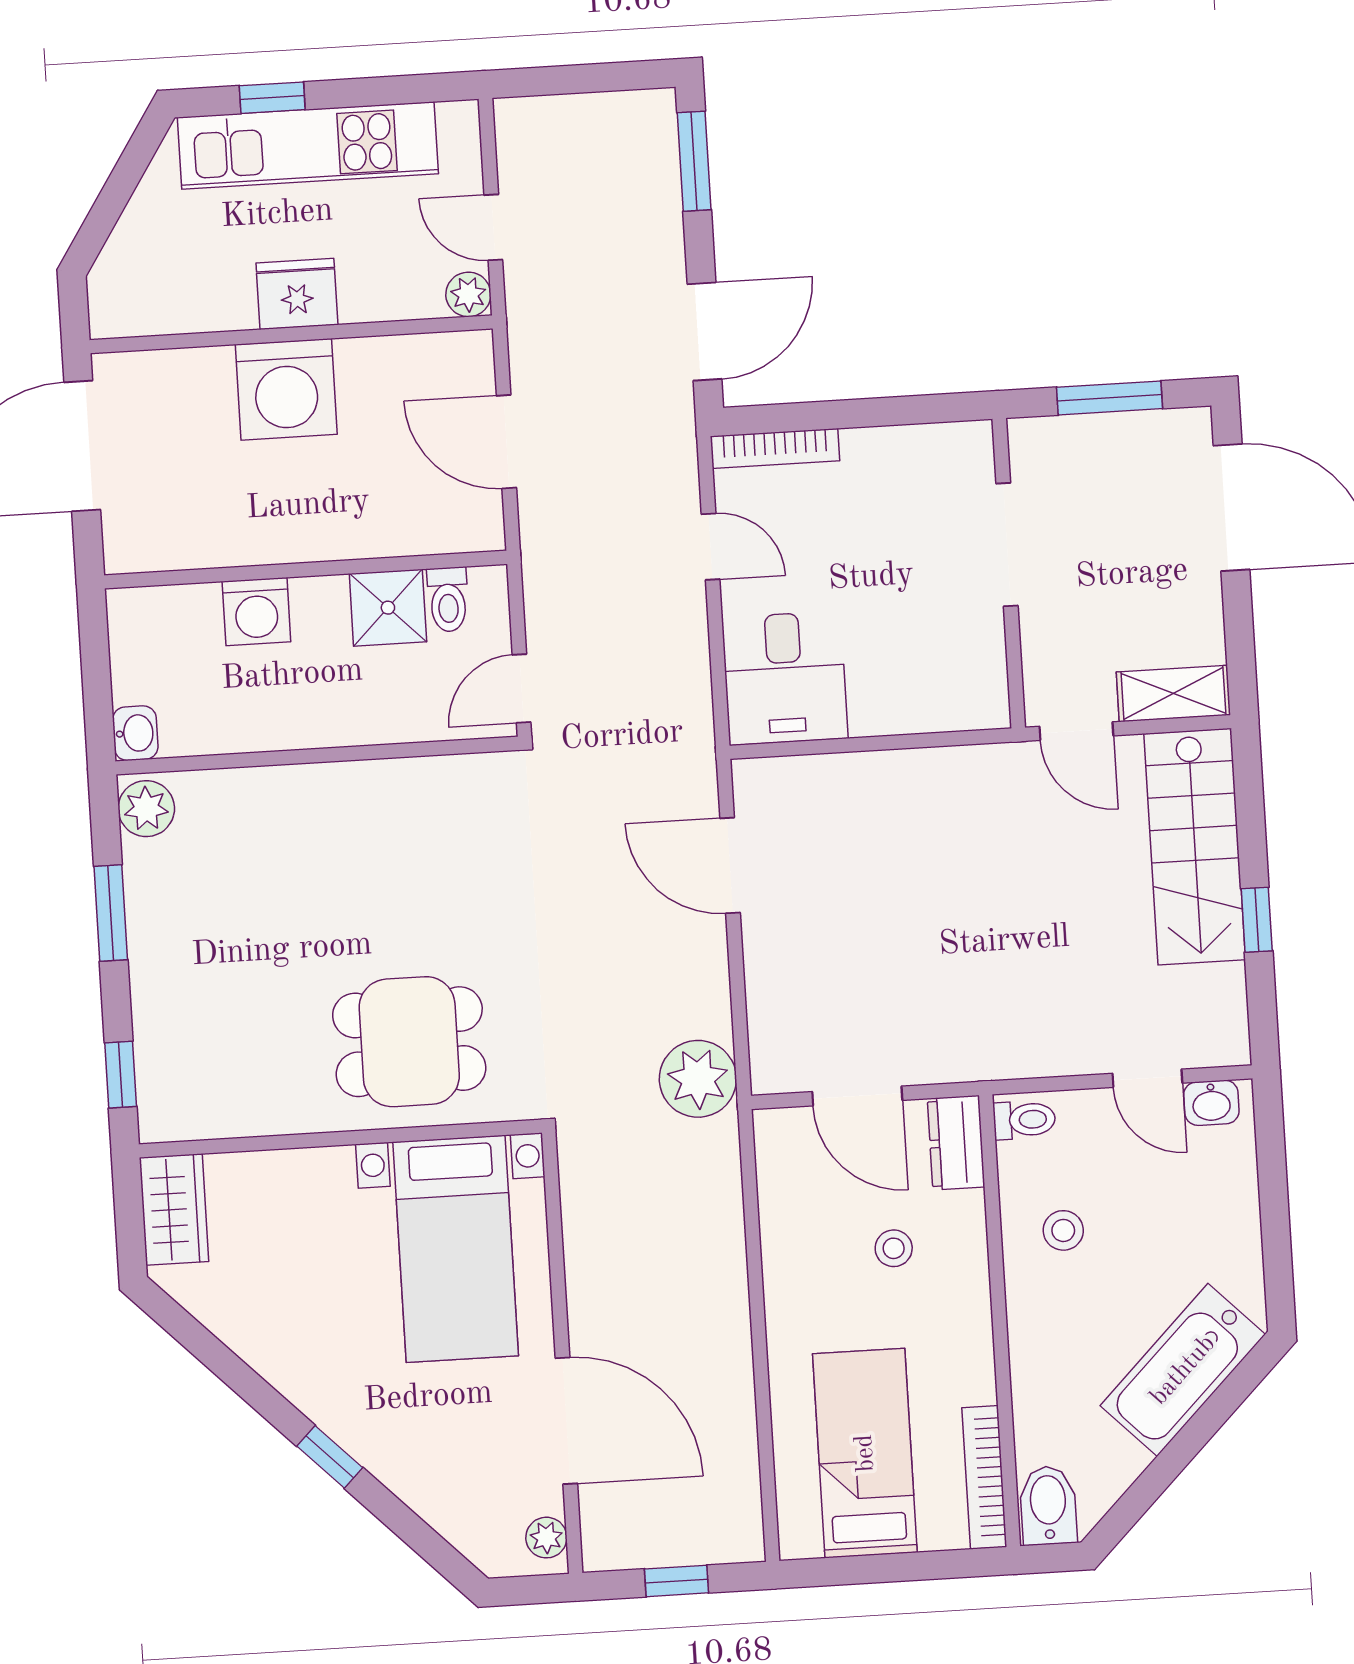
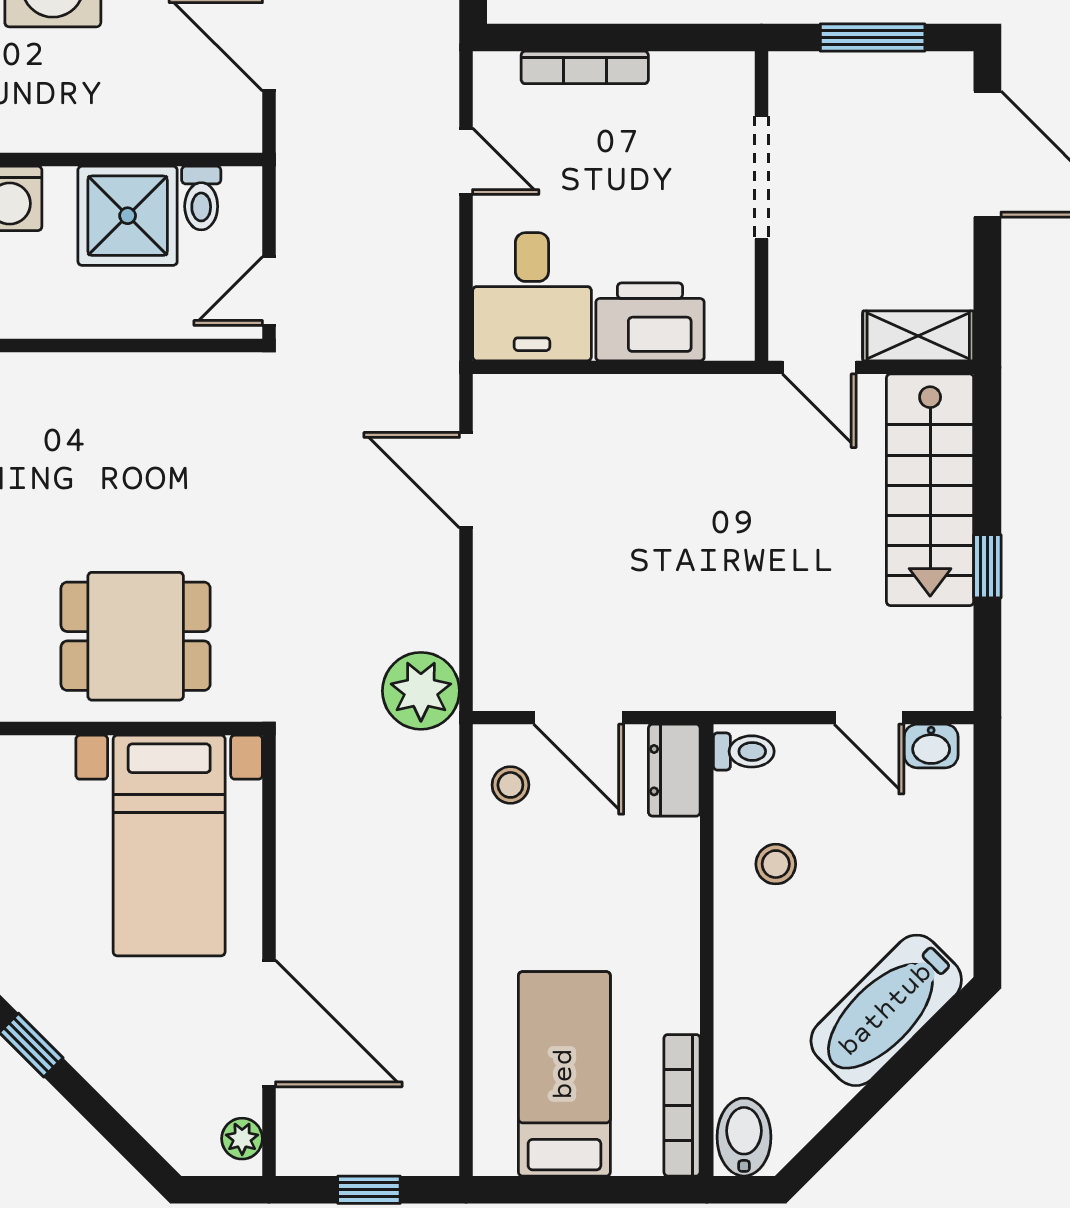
bookcase: (775, 448) -> (585, 67), moved
shower: (388, 608) -> (128, 216), width x1.36, depth x1.36
printer: (904, 696) -> (650, 322), added
stool: (894, 1248) -> (510, 785), moved

